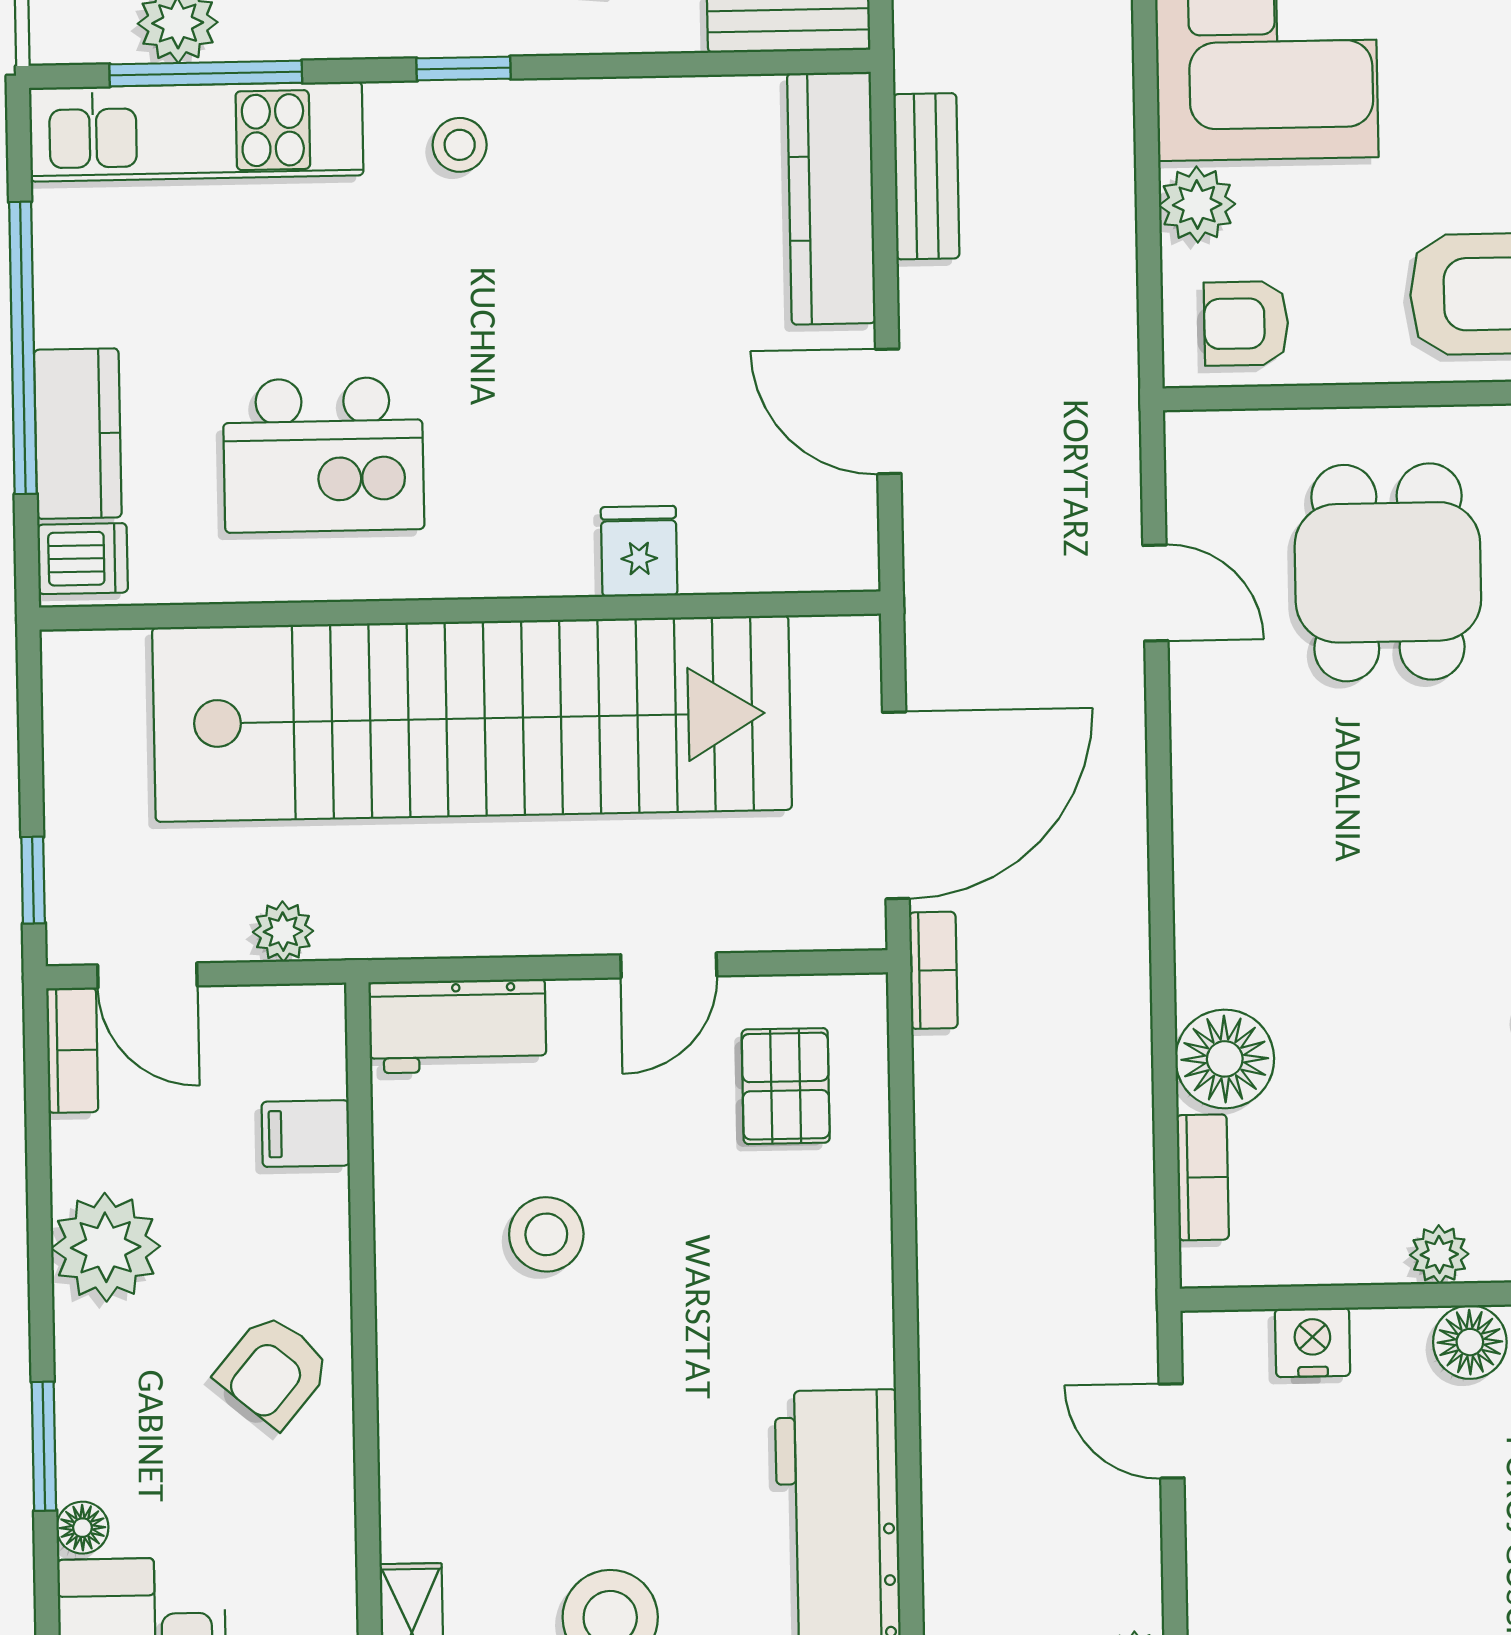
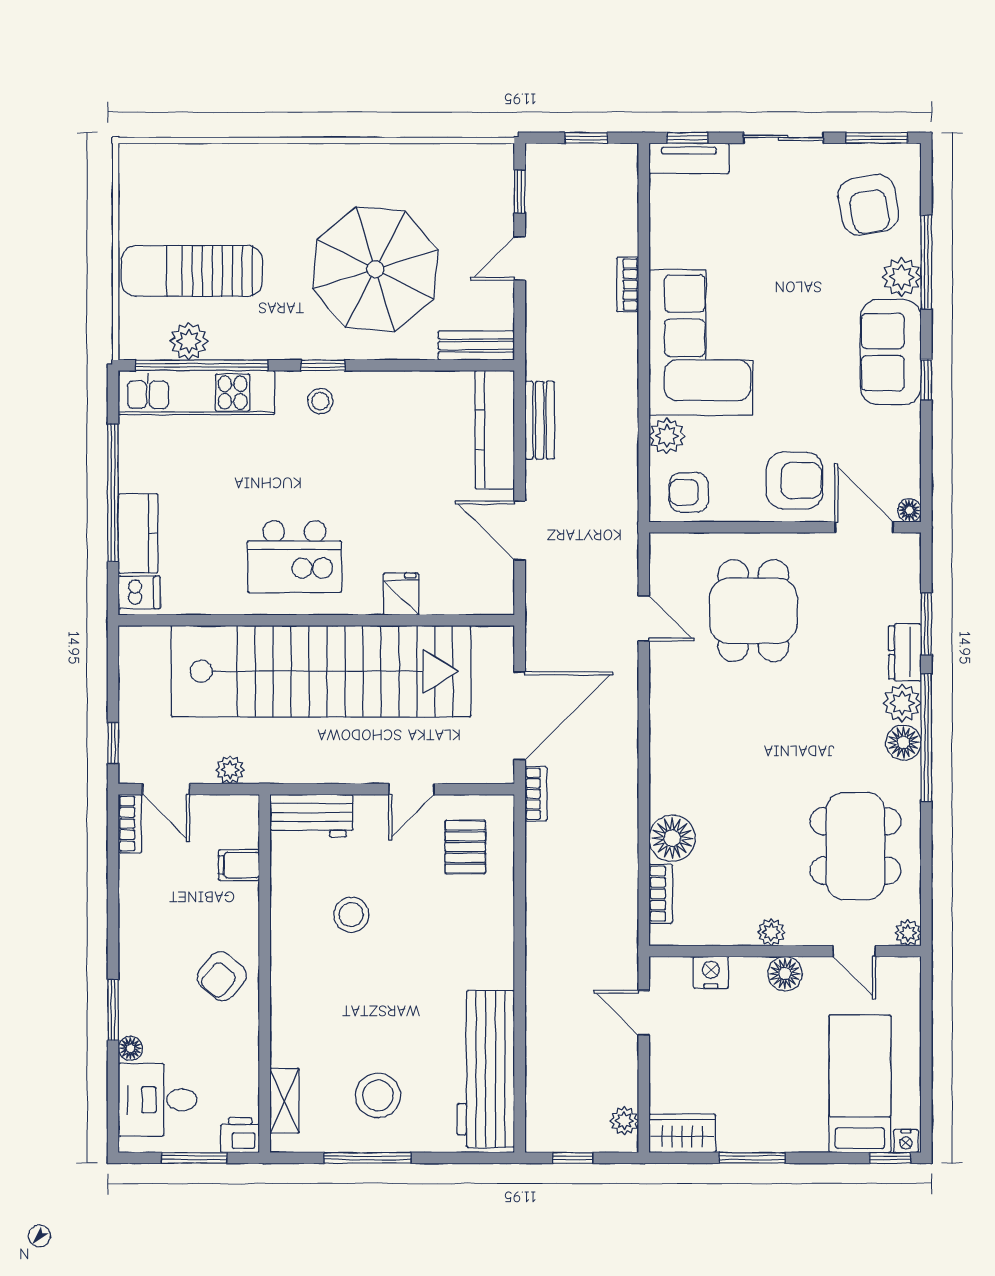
window: (206, 73) -> (202, 365), width x1.46
kitchen island: (323, 455) -> (294, 557), moved
plant: (106, 1247) -> (144, 917), removed

